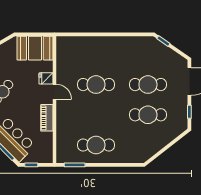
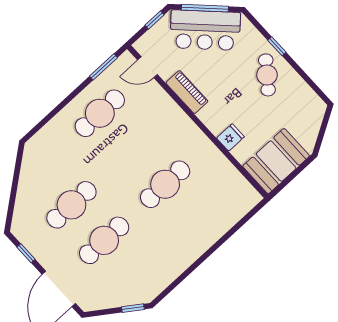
door: (54, 92) -> (147, 67), moved

